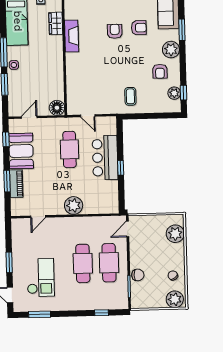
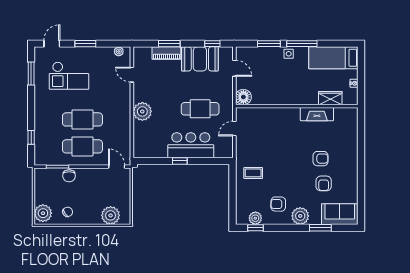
plant: (16, 230) -> (119, 51), added

